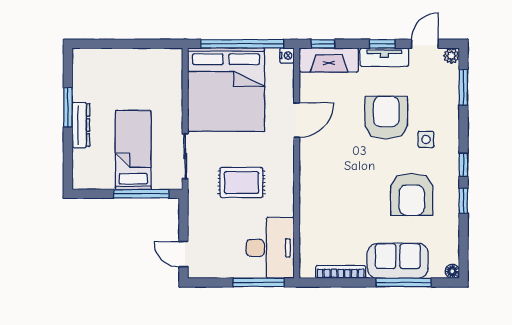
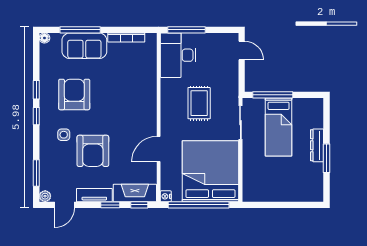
window: (382, 44) -> (110, 205), moved
rug: (241, 183) -> (199, 103), turned 90

